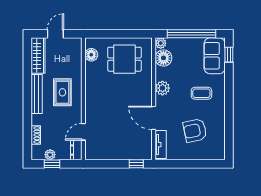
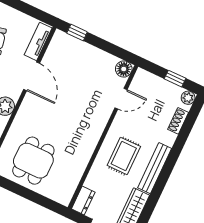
floor lamp: (91, 55) -> (124, 69), moved
dining table: (124, 59) -> (33, 161), turned 90
dresser: (76, 150) -> (83, 200), moved
plant: (50, 155) -> (188, 98), moved

